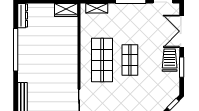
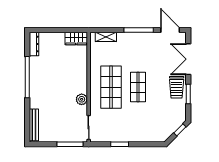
trolley: (170, 60) -> (177, 87), turned 180
plant: (72, 73) -> (82, 99), added

